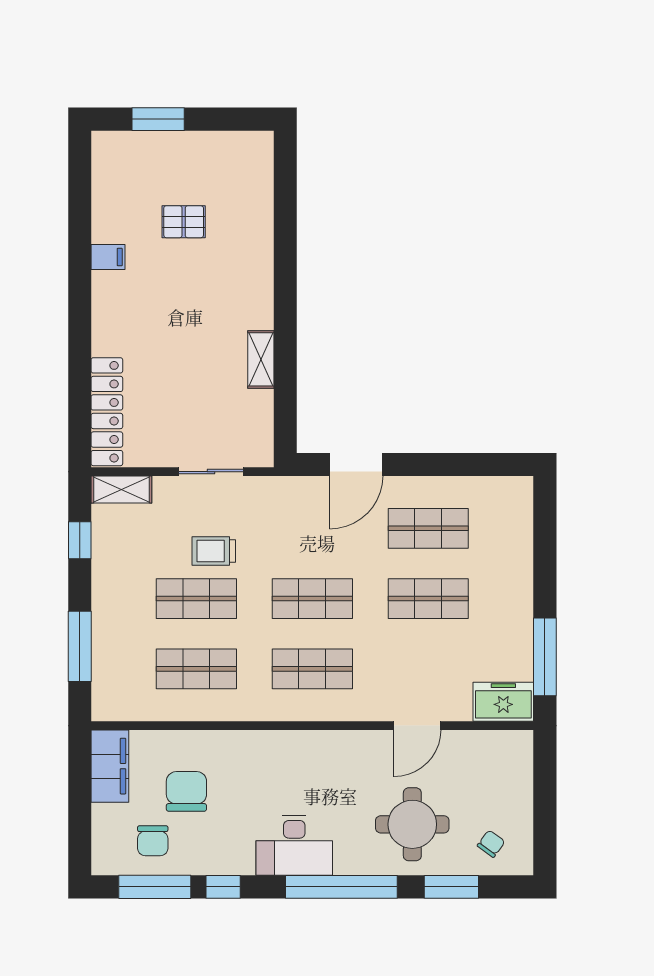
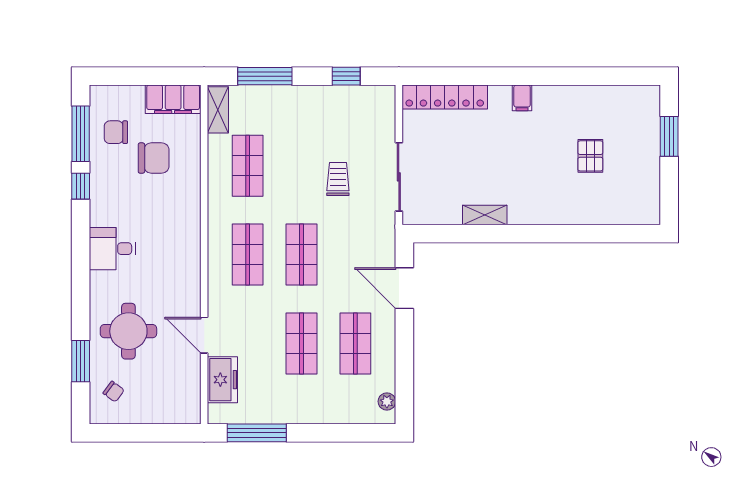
filing cabinet: (108, 257) -> (522, 98), moved
sliding door: (211, 472) -> (399, 177), width x1.37
plant: (504, 487) -> (387, 401), added
shelving: (121, 489) -> (218, 110), moved
shop shelf: (196, 599) -> (301, 166), removed
freezer: (503, 702) -> (222, 380), moved
desk: (294, 845) -> (112, 249), width x0.73
window: (341, 887) -> (81, 277), removed

